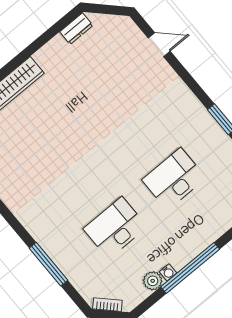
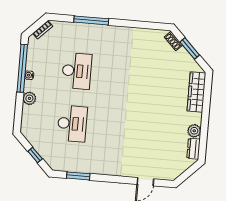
plant: (57, 46) -> (194, 131), added
window: (190, 268) -> (22, 68), moved
plant: (153, 281) -> (29, 98), moved

